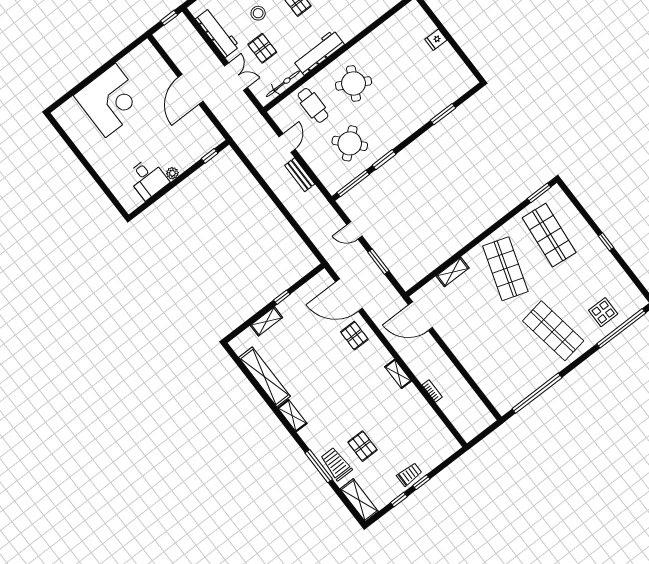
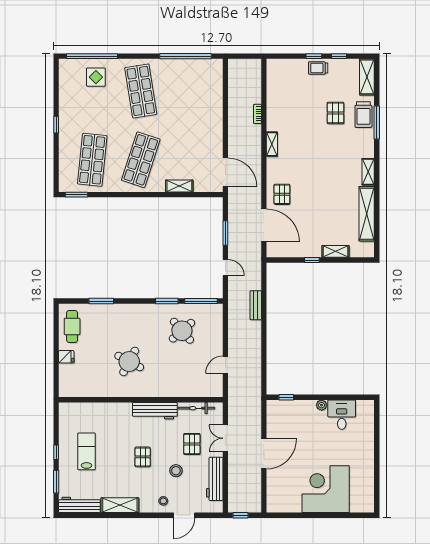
round table: (354, 83) -> (129, 362), moved
cafe table: (313, 105) -> (72, 326), moved
bench: (300, 175) -> (256, 305), moved

